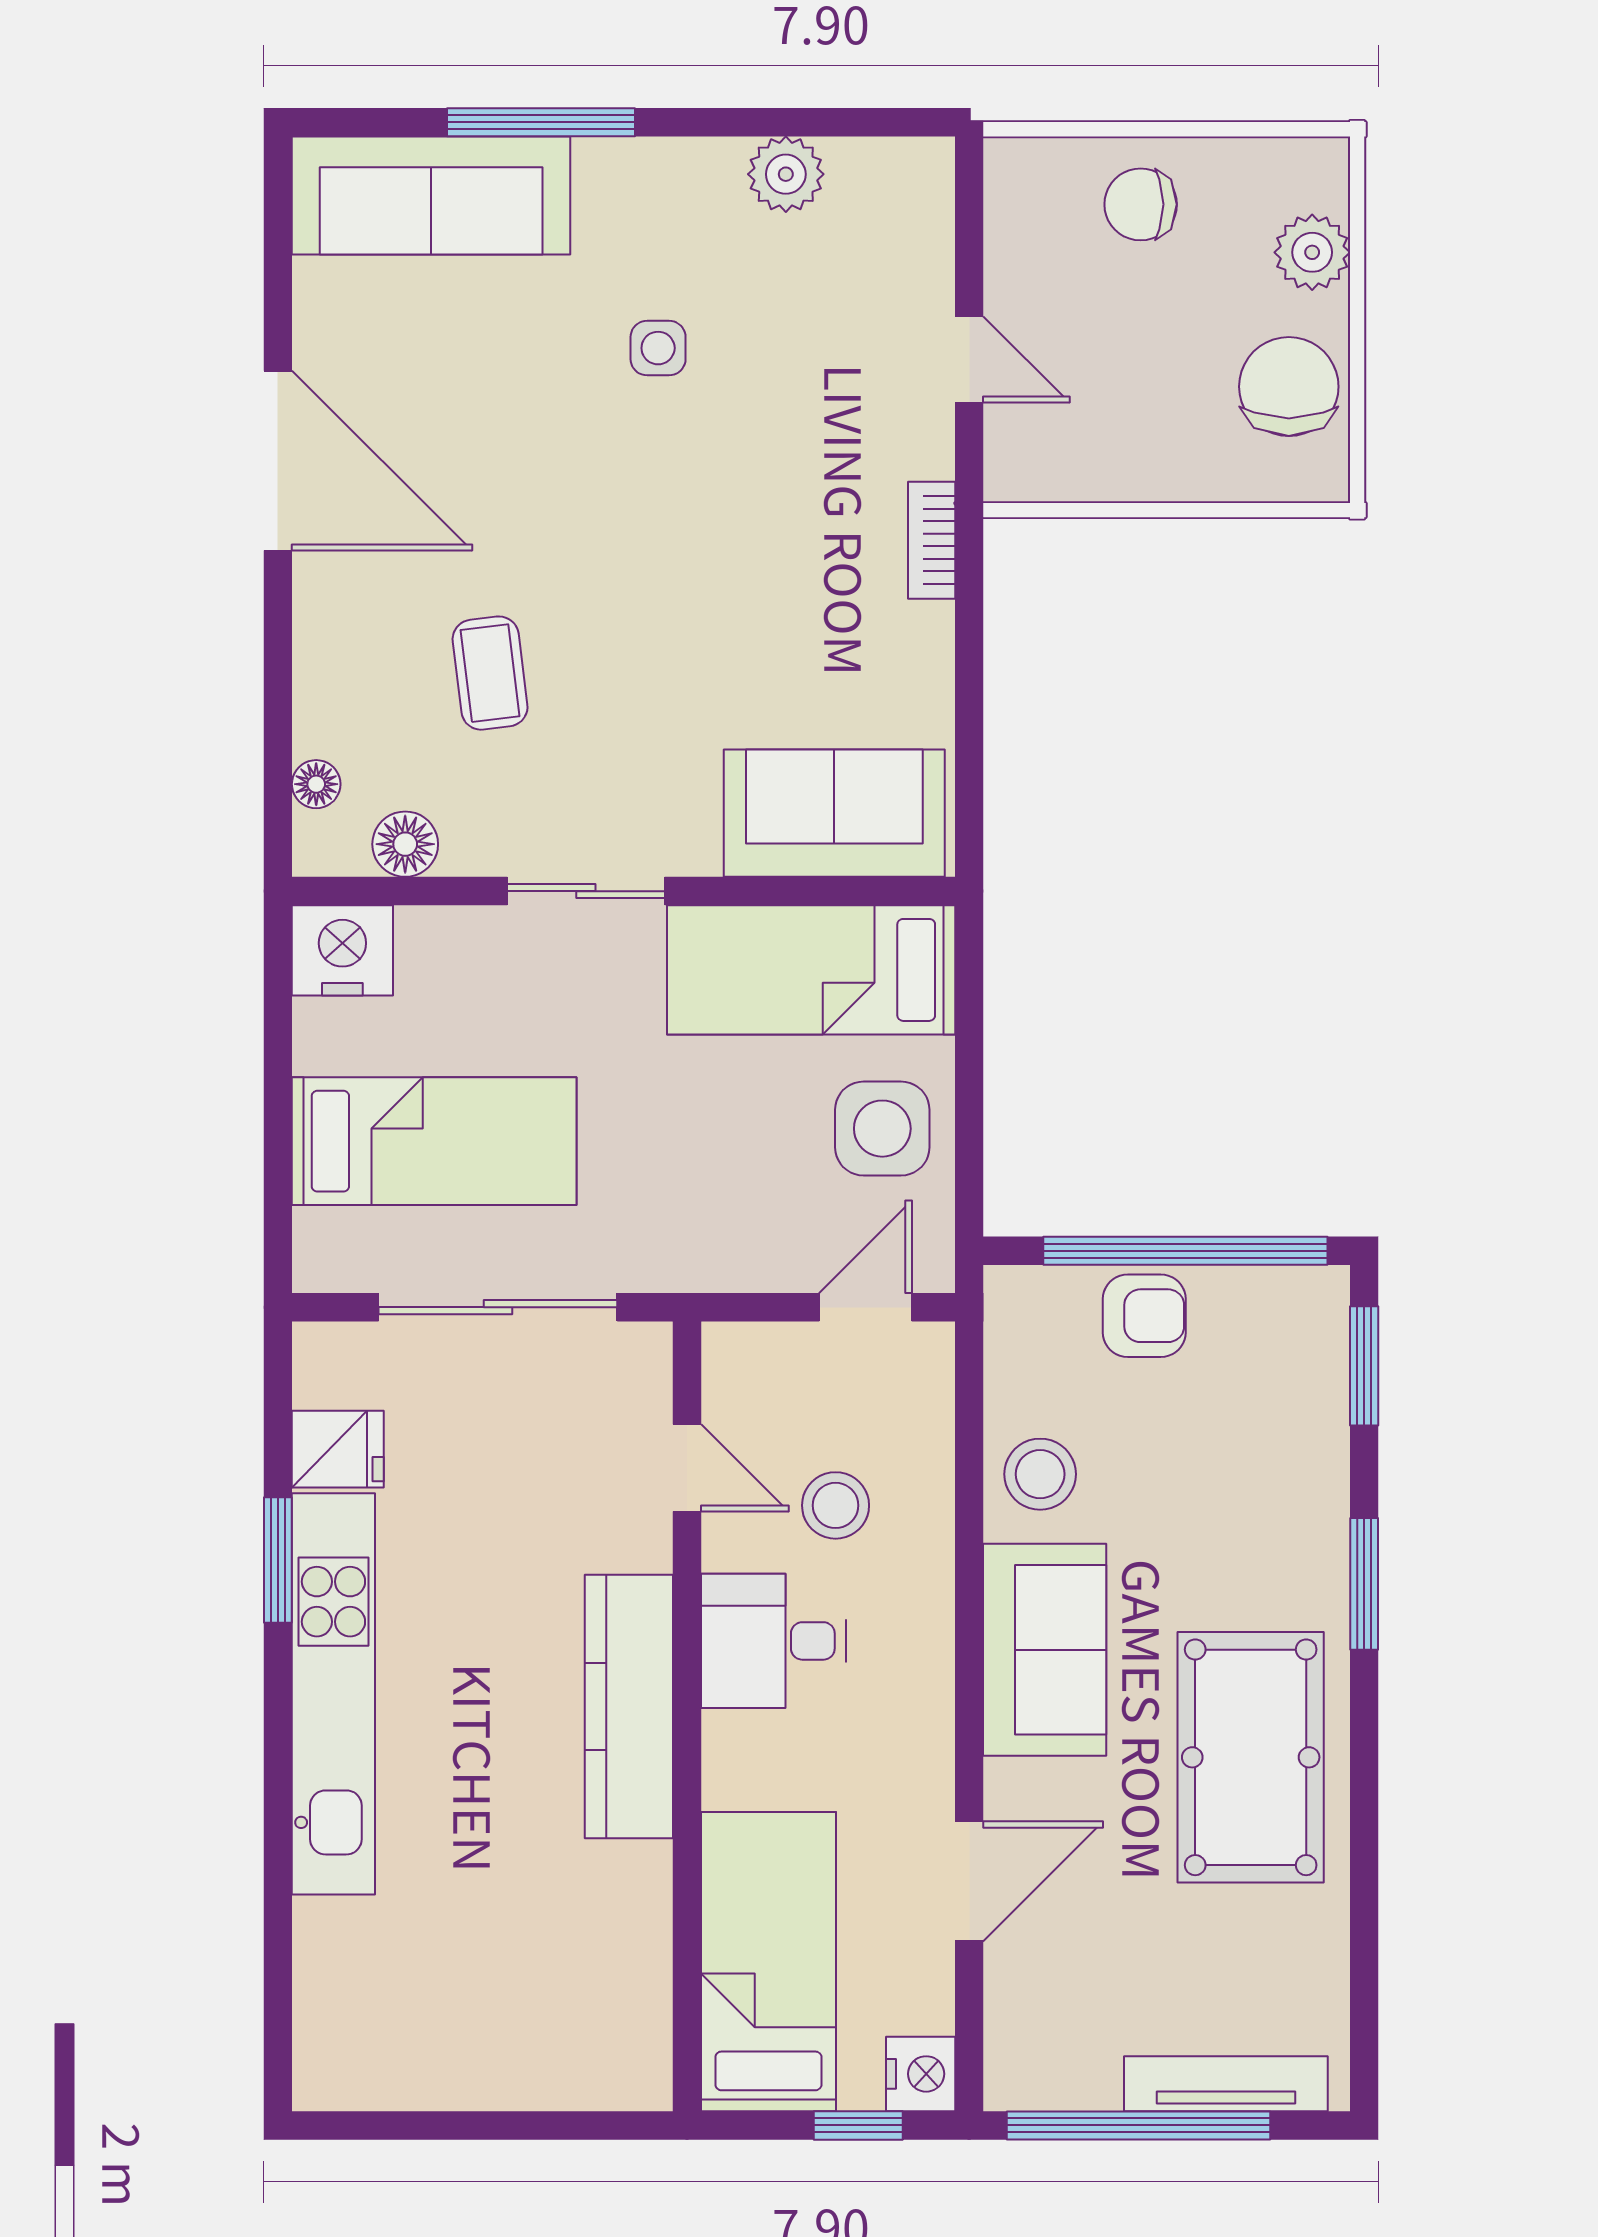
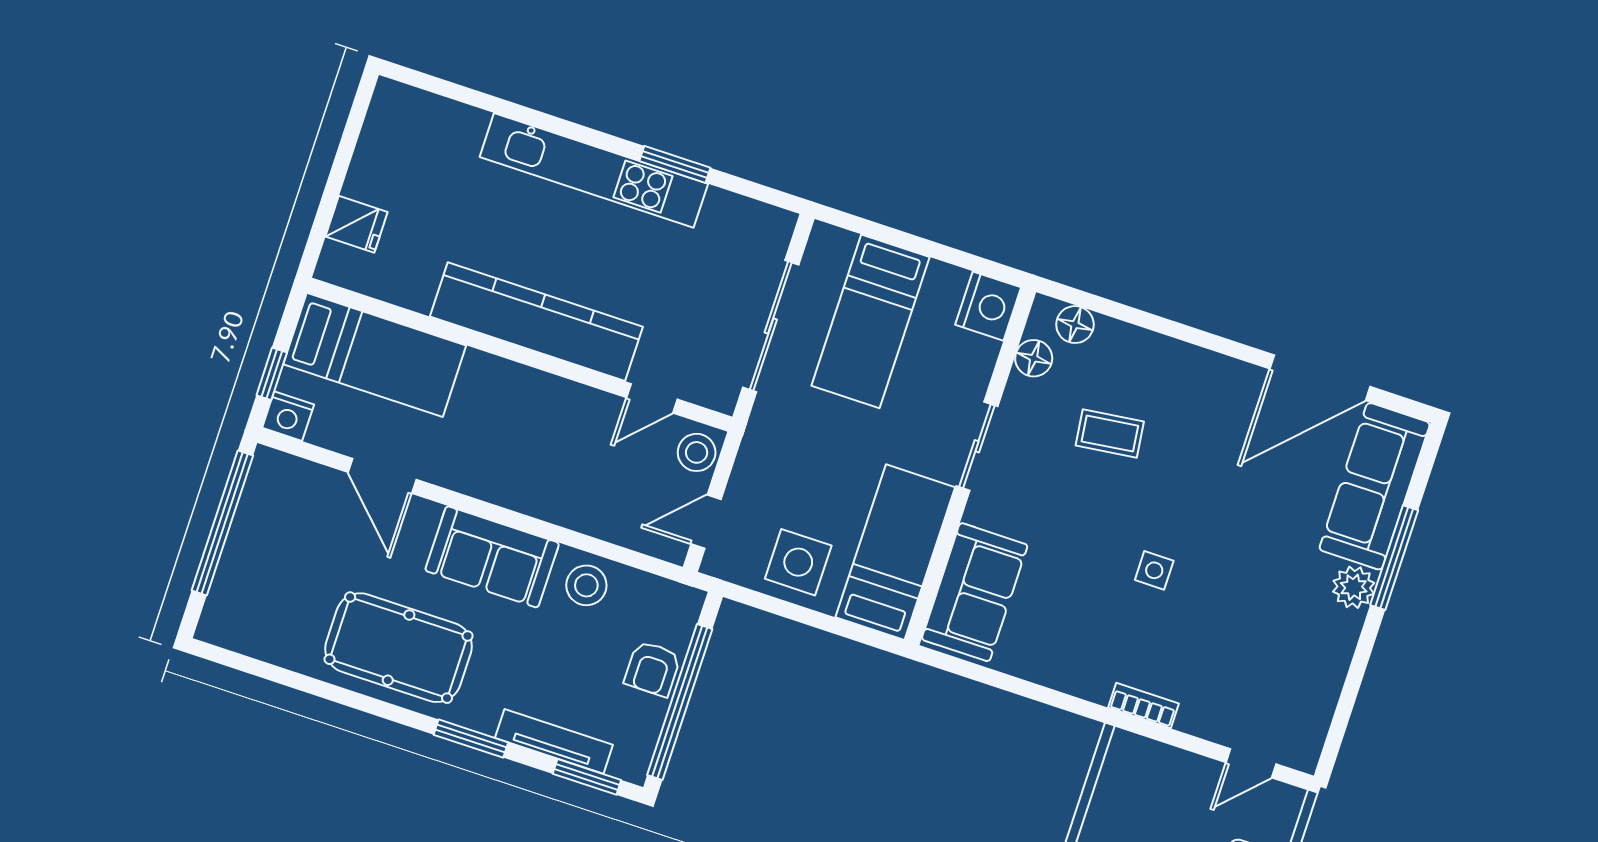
plant: (786, 174) -> (1354, 587), moved
side table: (658, 348) -> (1154, 570), moved
door: (969, 359) -> (1251, 763), moved
door: (278, 461) -> (1320, 378), moved
bookcase: (932, 540) -> (1143, 705), moved
floor lamp: (316, 784) -> (1075, 325), width x1.37, depth x1.37
door: (865, 1307) -> (706, 522), swing flipped
fridge: (338, 1449) -> (357, 224), moved, turned -90
stool: (836, 1505) -> (697, 452), moved
desk: (774, 1641) -> (545, 414), removed
kitchen counter: (629, 1706) -> (536, 322), width x1.39, depth x1.17
tv unit: (1226, 2084) -> (554, 741), moved, turned -90

